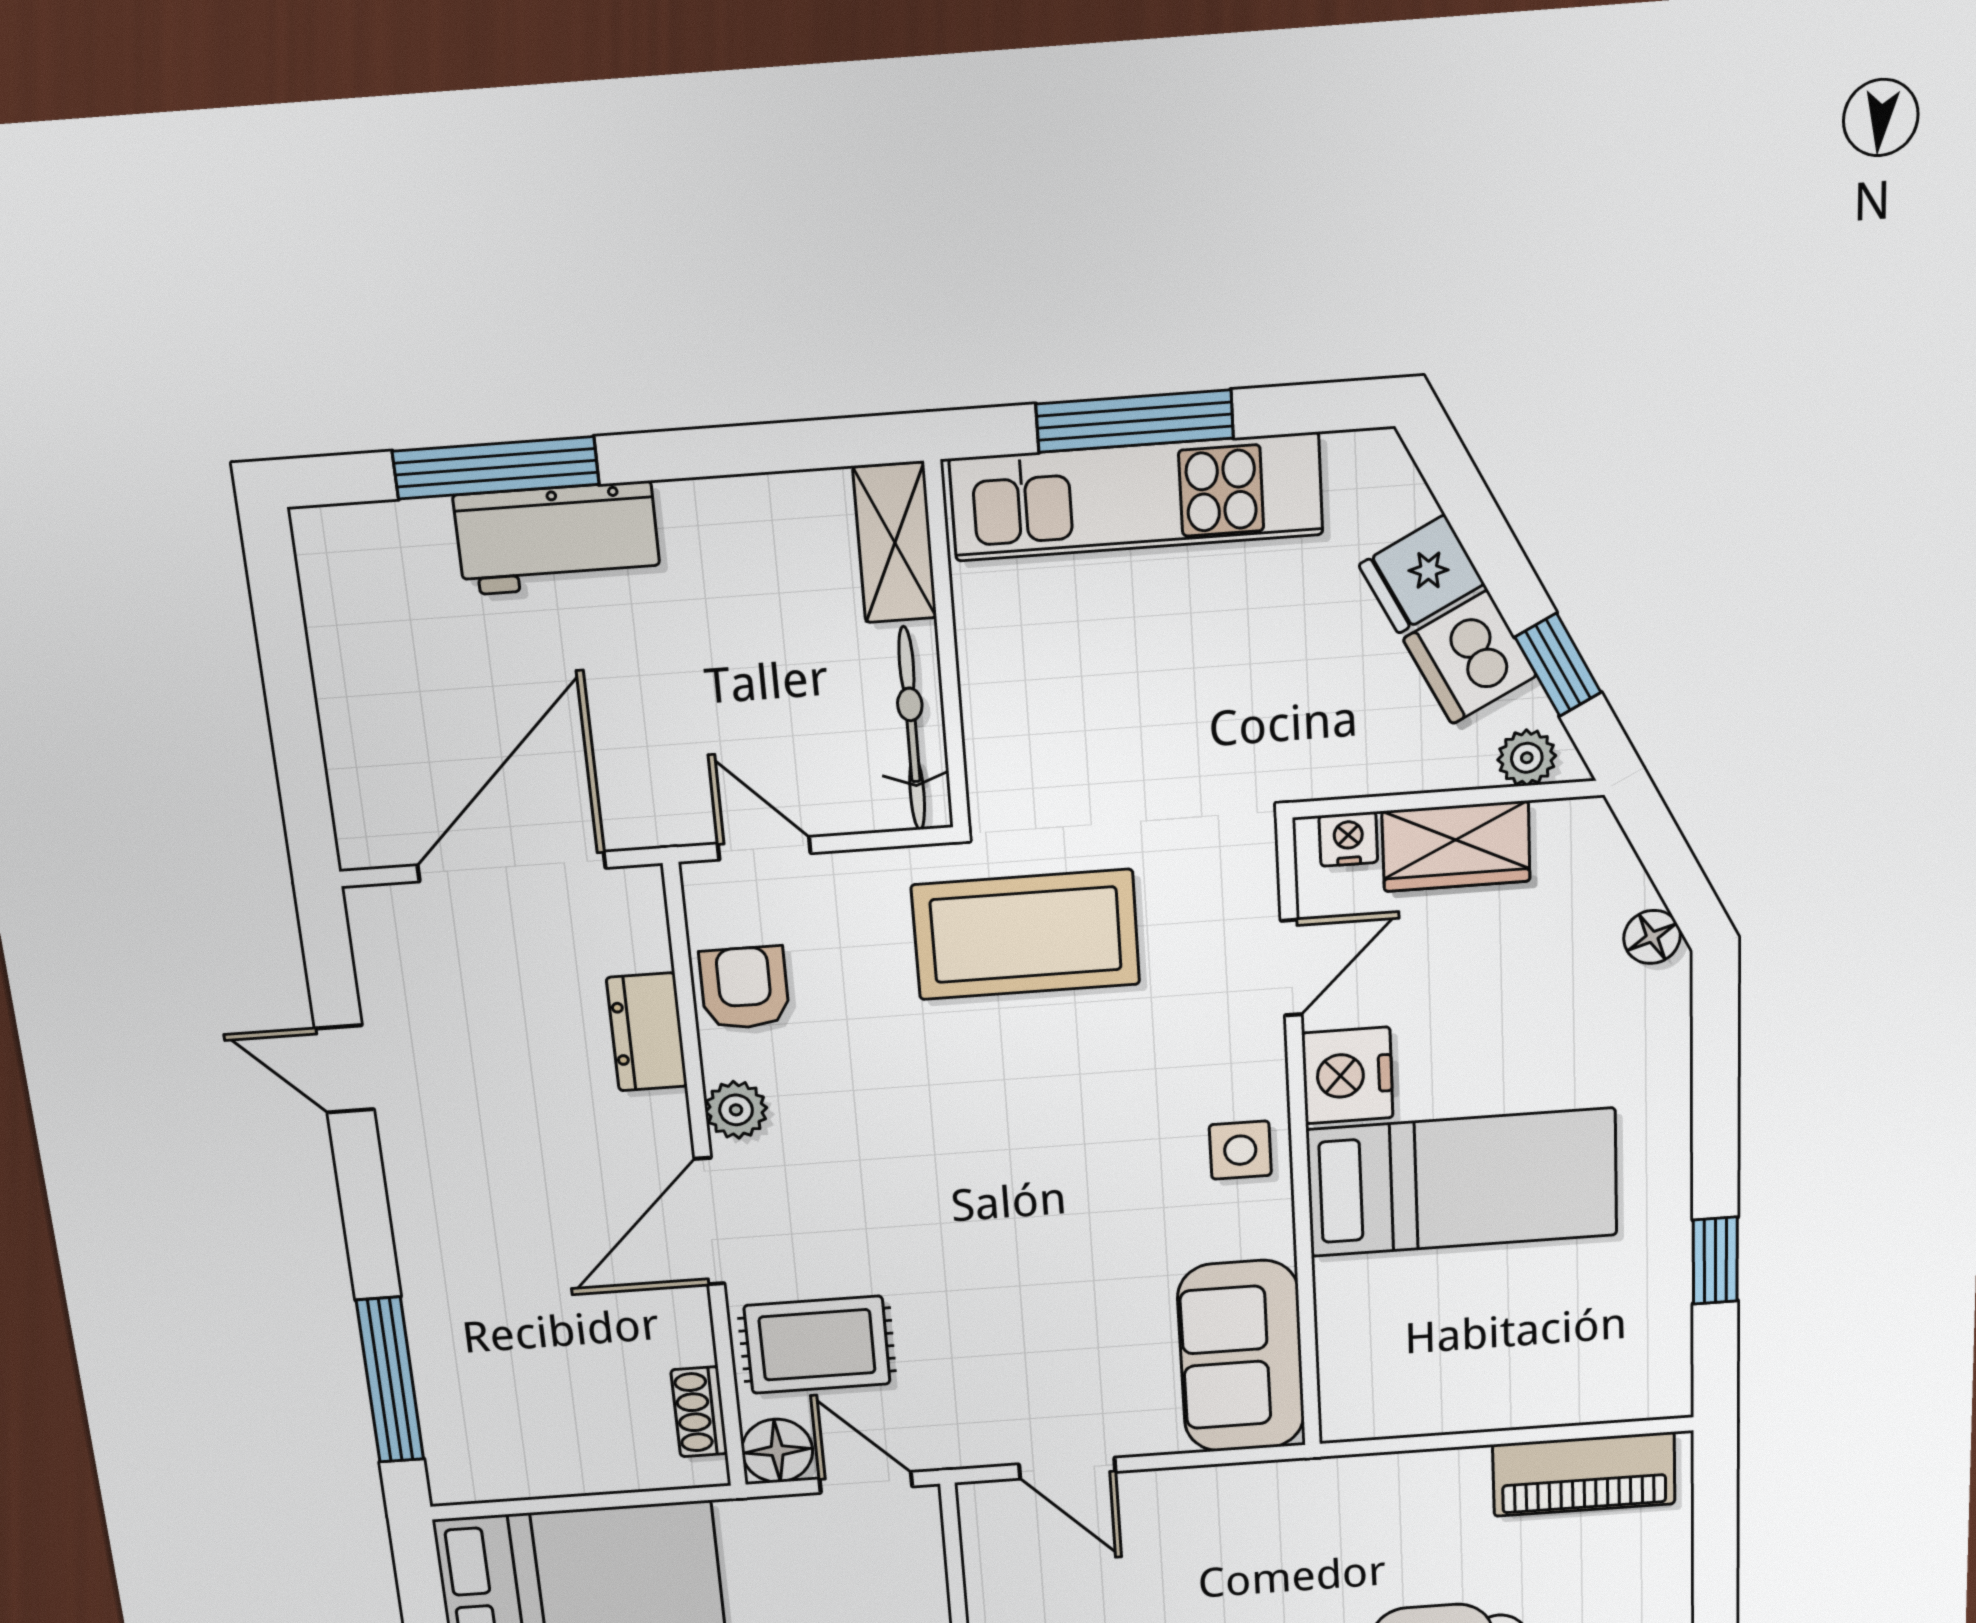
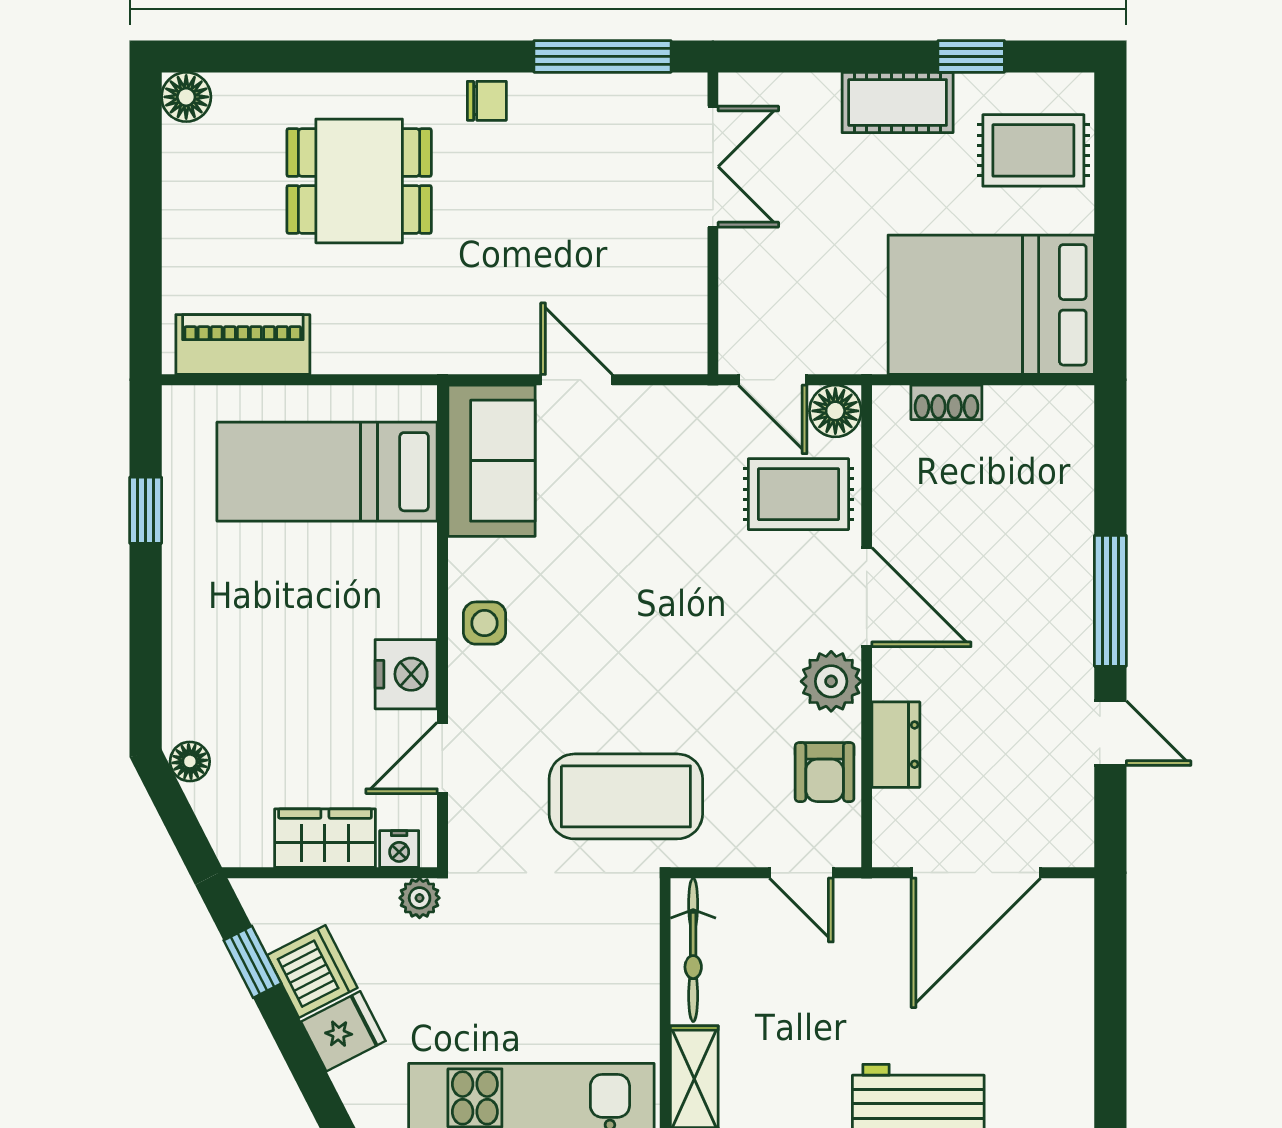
plant: (1527, 758) -> (420, 898), moved
plant: (736, 1110) -> (831, 681), width x1.38, depth x1.38
bed: (1462, 1182) -> (327, 472), moved
door: (710, 1222) -> (867, 597), hinge flipped
window: (390, 1380) -> (1110, 601), moved
shoe rack: (699, 1412) -> (946, 402), moved, turned 90
door: (1067, 1468) -> (576, 380), moved

